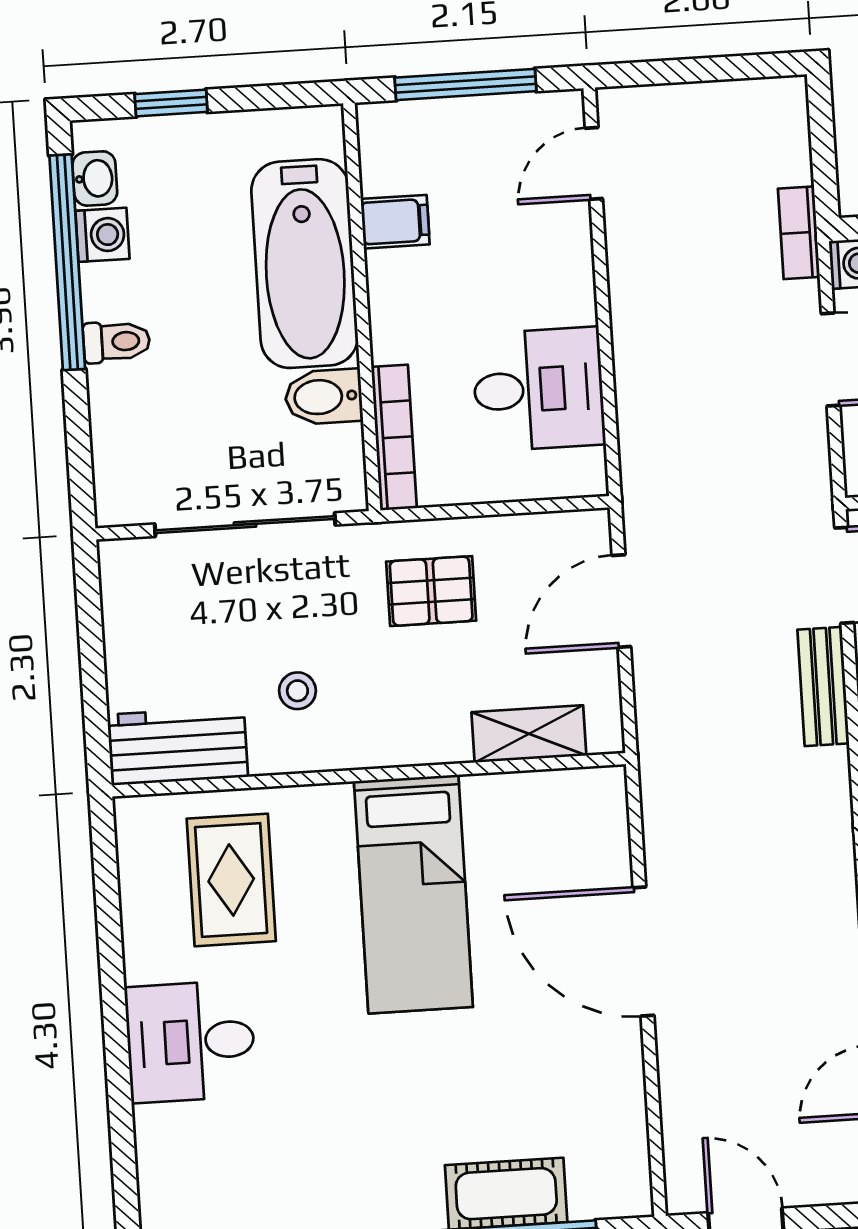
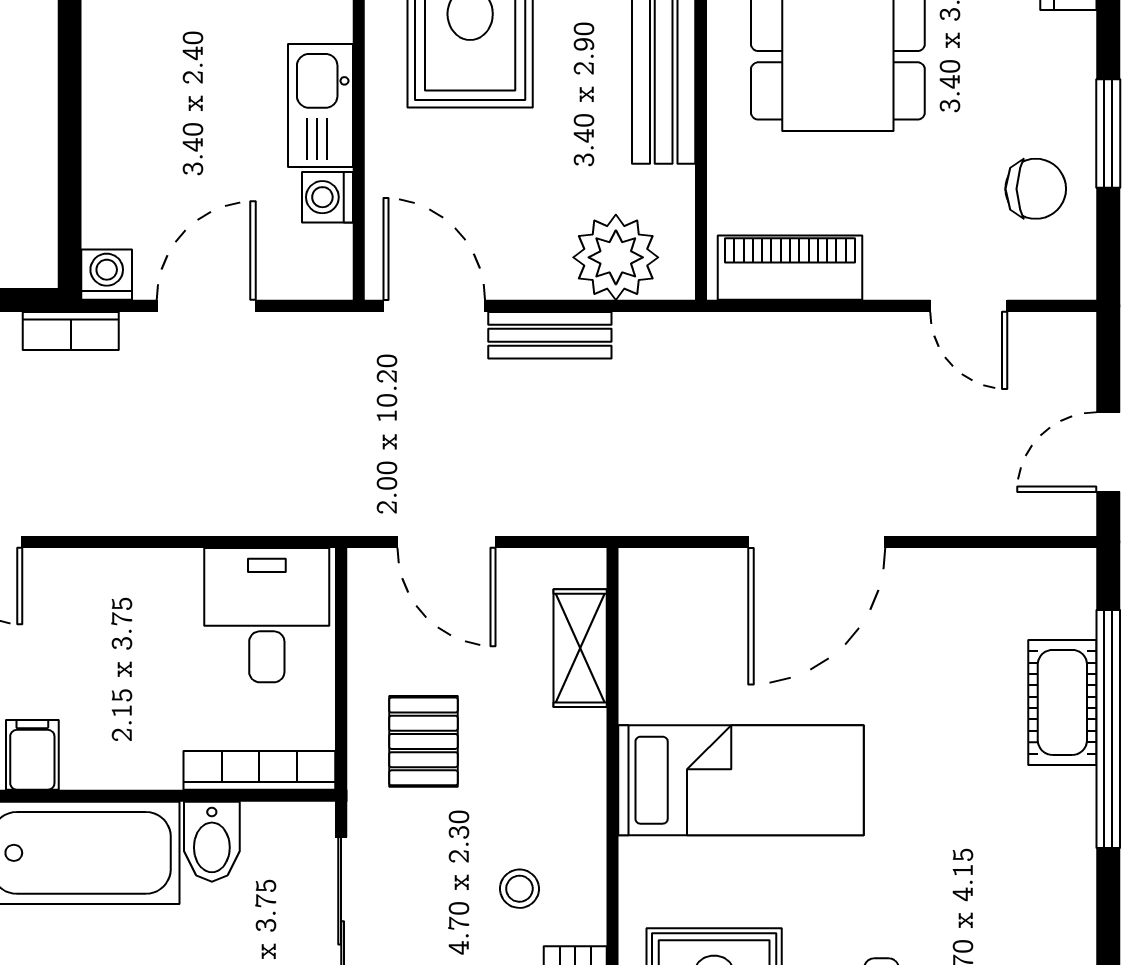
desk: (539, 389) -> (267, 615), moved

